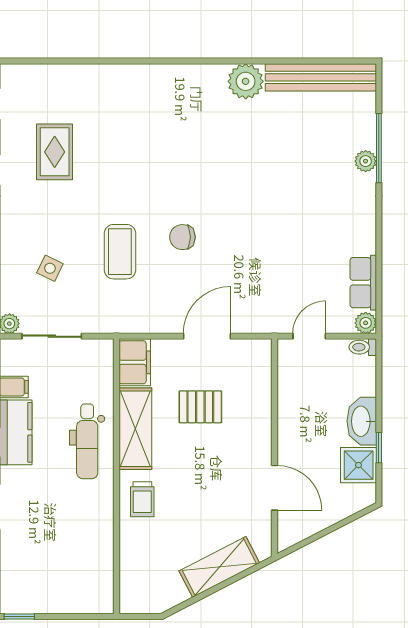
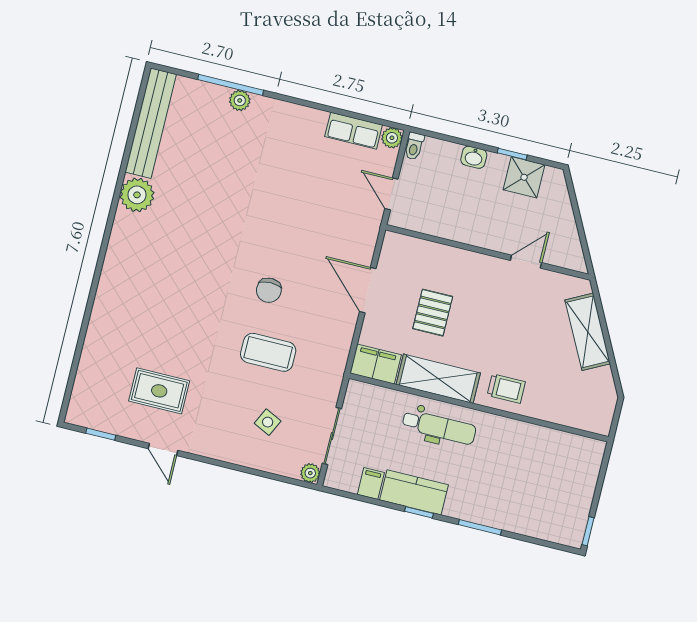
washbasin: (362, 421) -> (474, 157), width x0.52, depth x0.69
door: (274, 488) -> (526, 262), width x0.73

